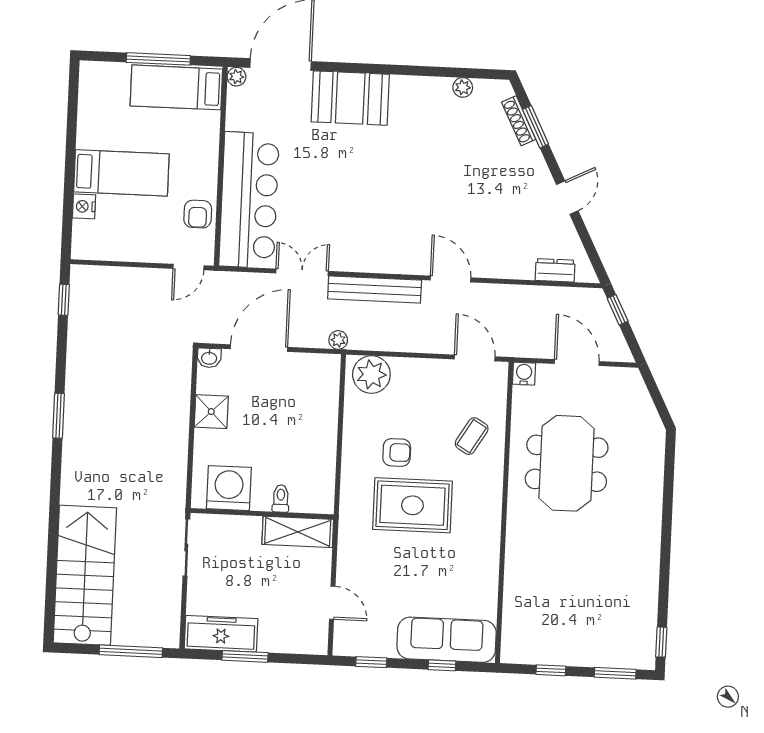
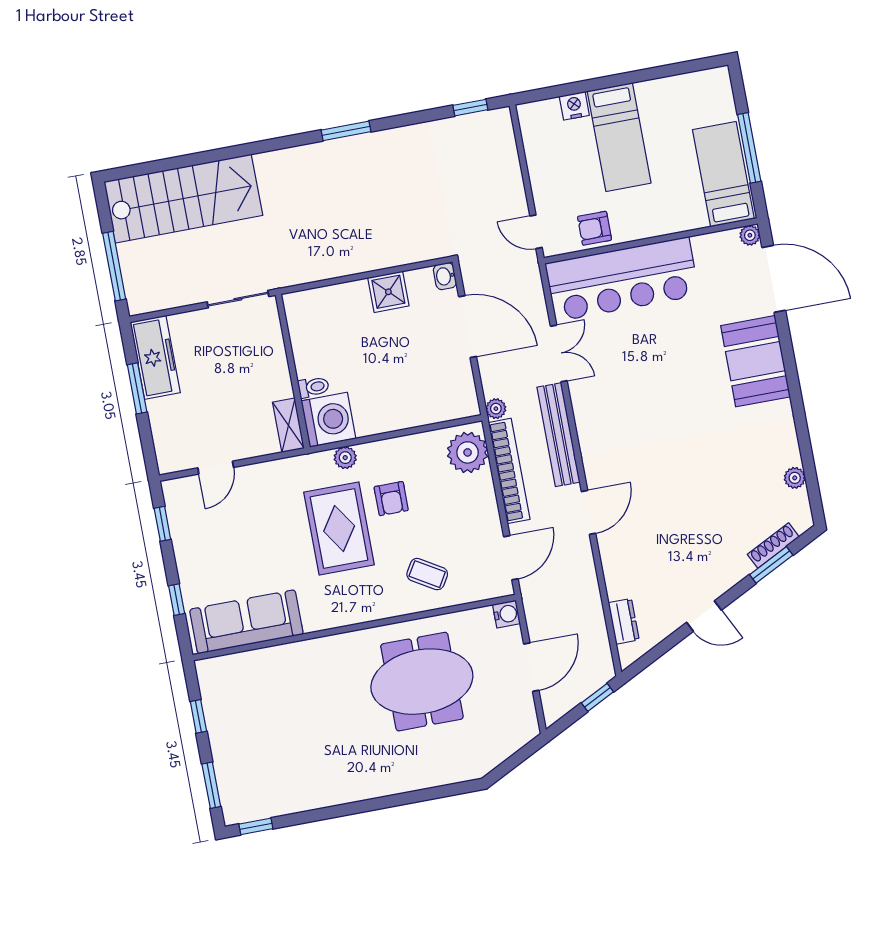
bookcase: (397, 341) -> (509, 471), added
plant: (350, 485) -> (345, 458), added
washing machine: (229, 488) -> (328, 420), moved
shelving: (298, 532) -> (288, 425), width x0.67, depth x0.75
sofa: (447, 640) -> (246, 622), moved, turned -90

